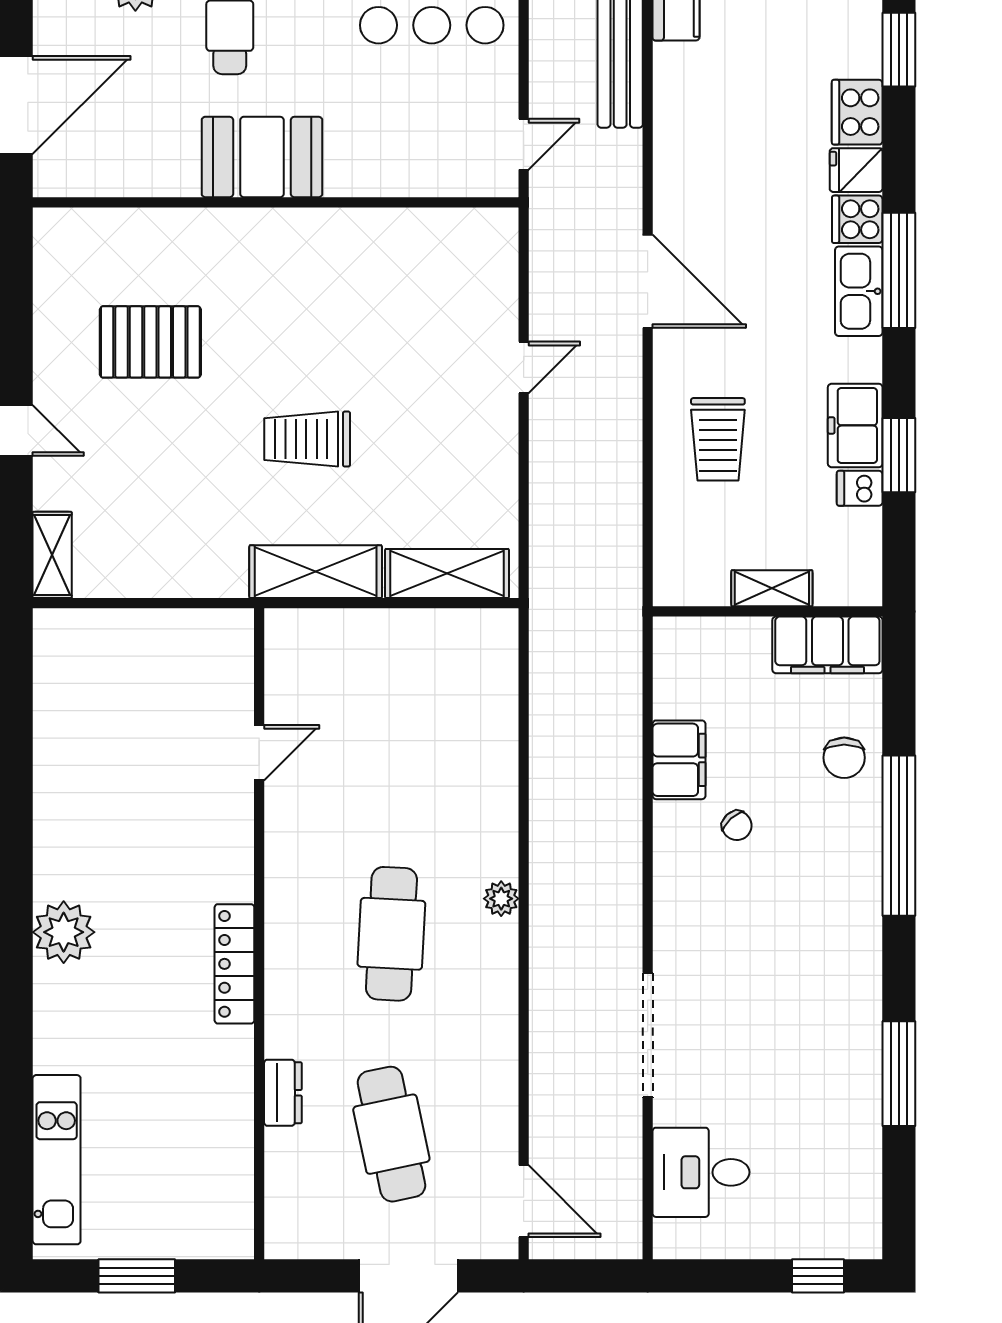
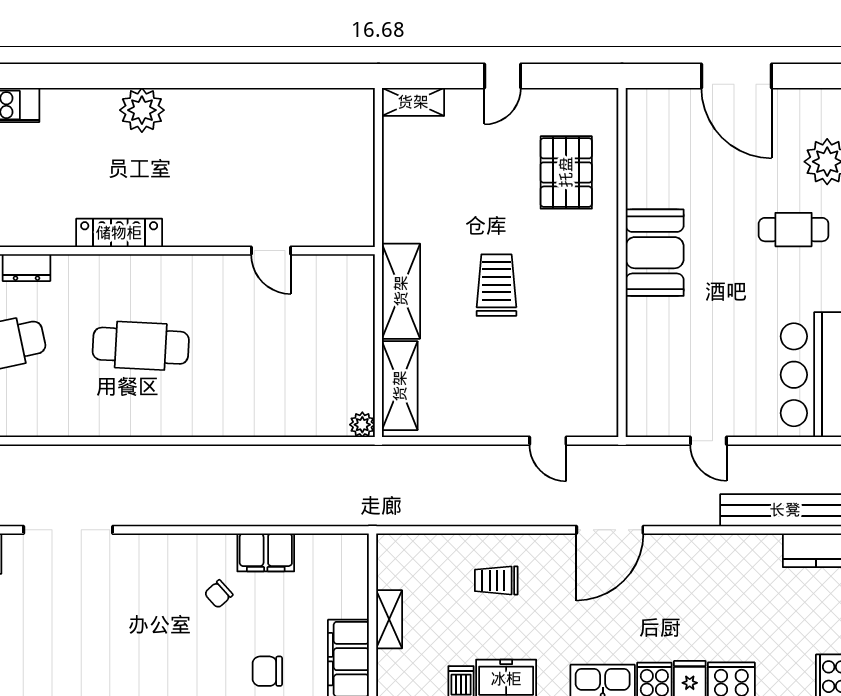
booth: (262, 157) -> (655, 253), moved
wall: (276, 202) -> (622, 263), moved
trolley: (718, 439) -> (496, 580), width x0.73, depth x0.72
plant: (501, 899) -> (362, 425), moved

